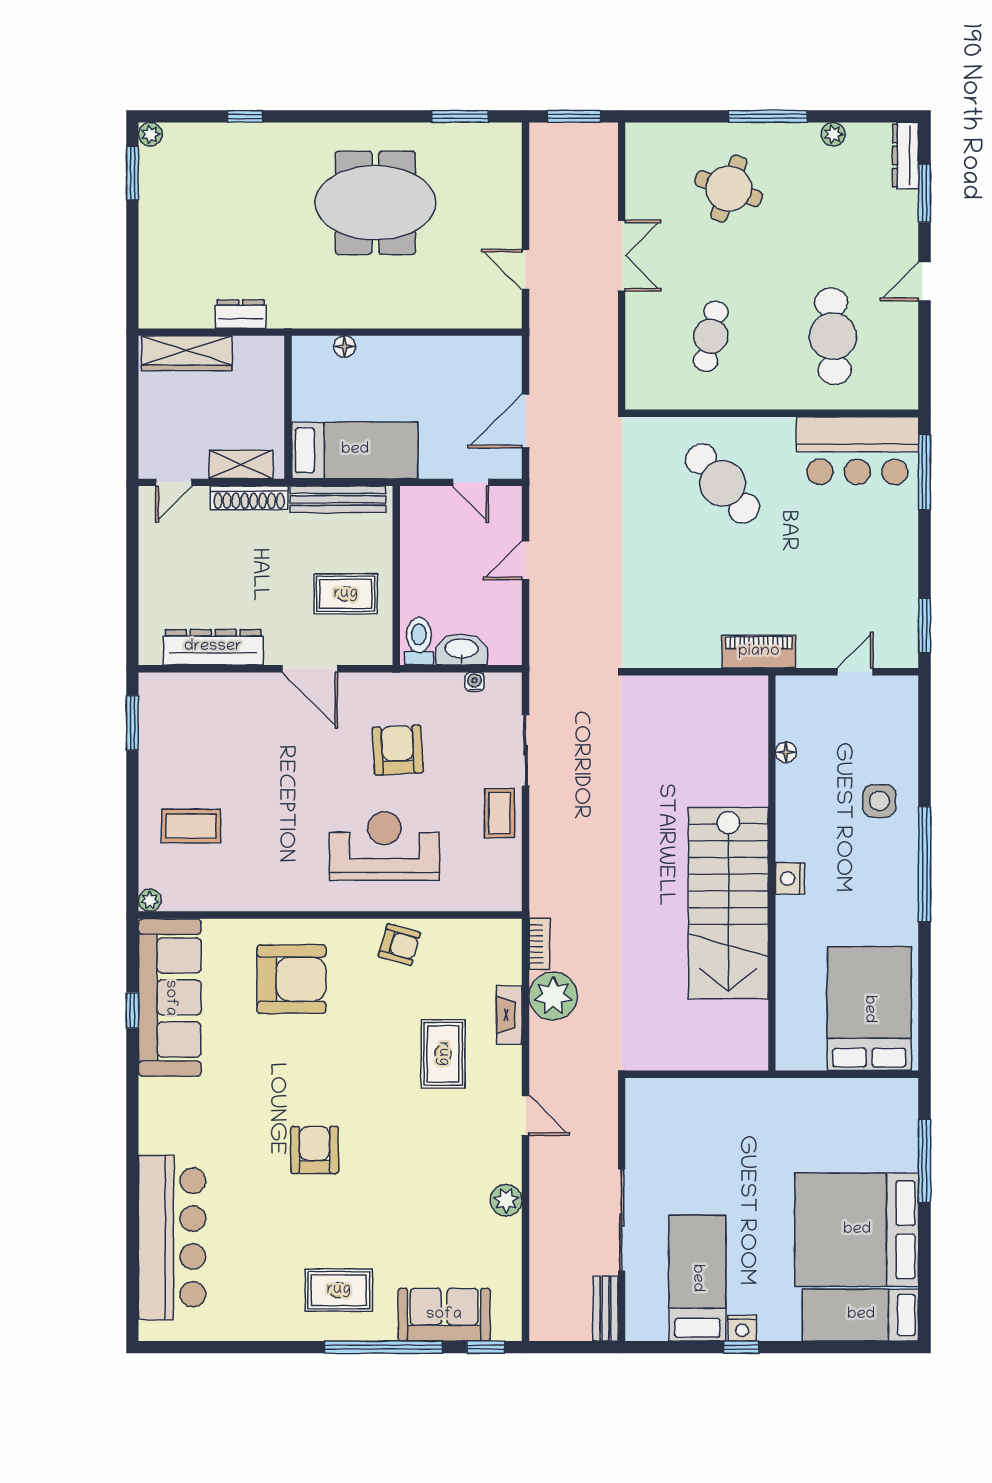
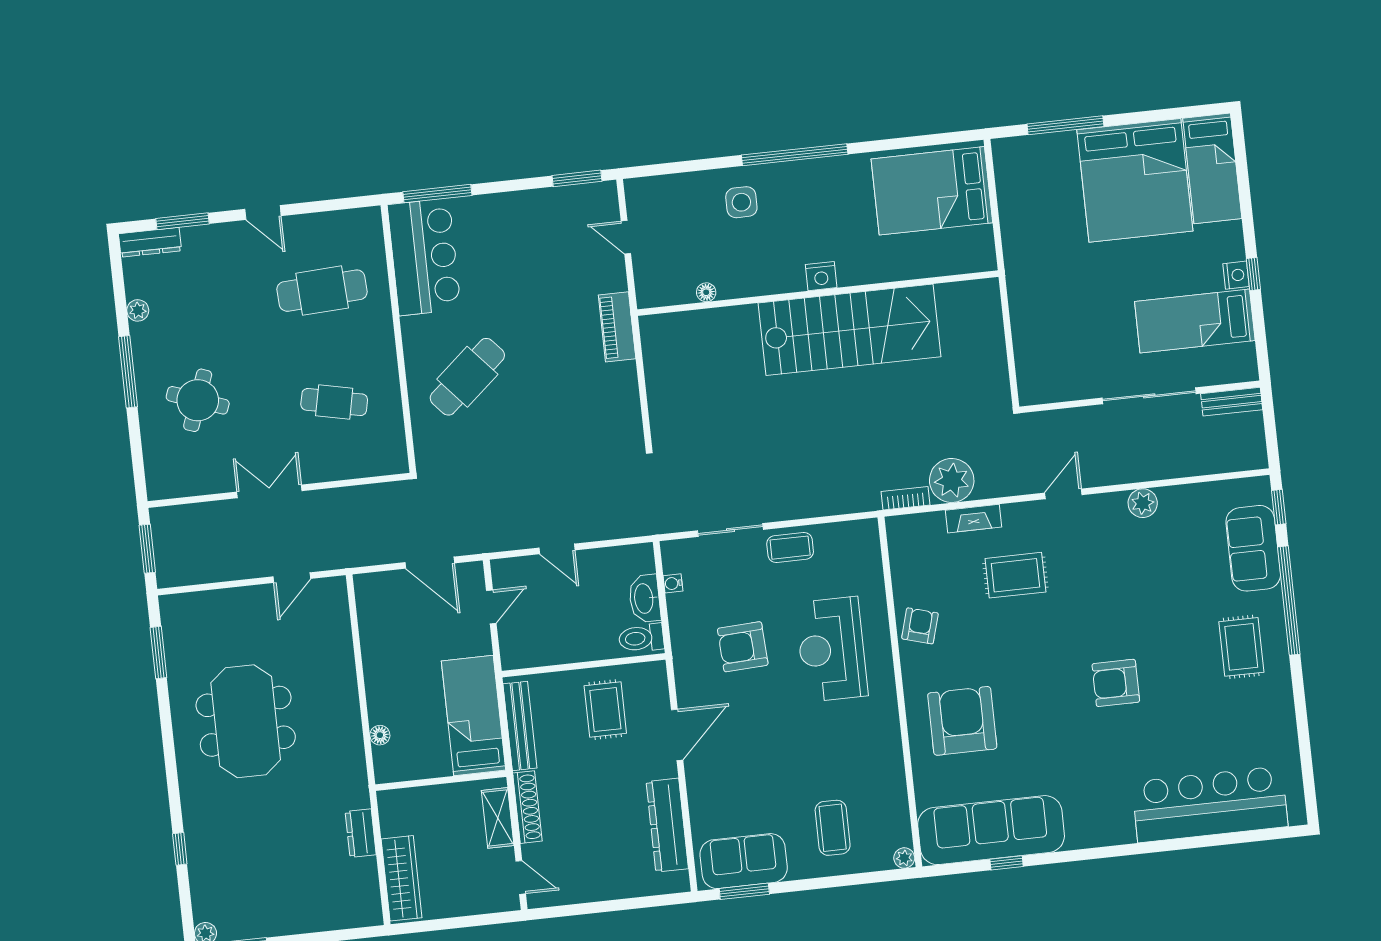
sofa: (165, 726) -> (744, 861), added

